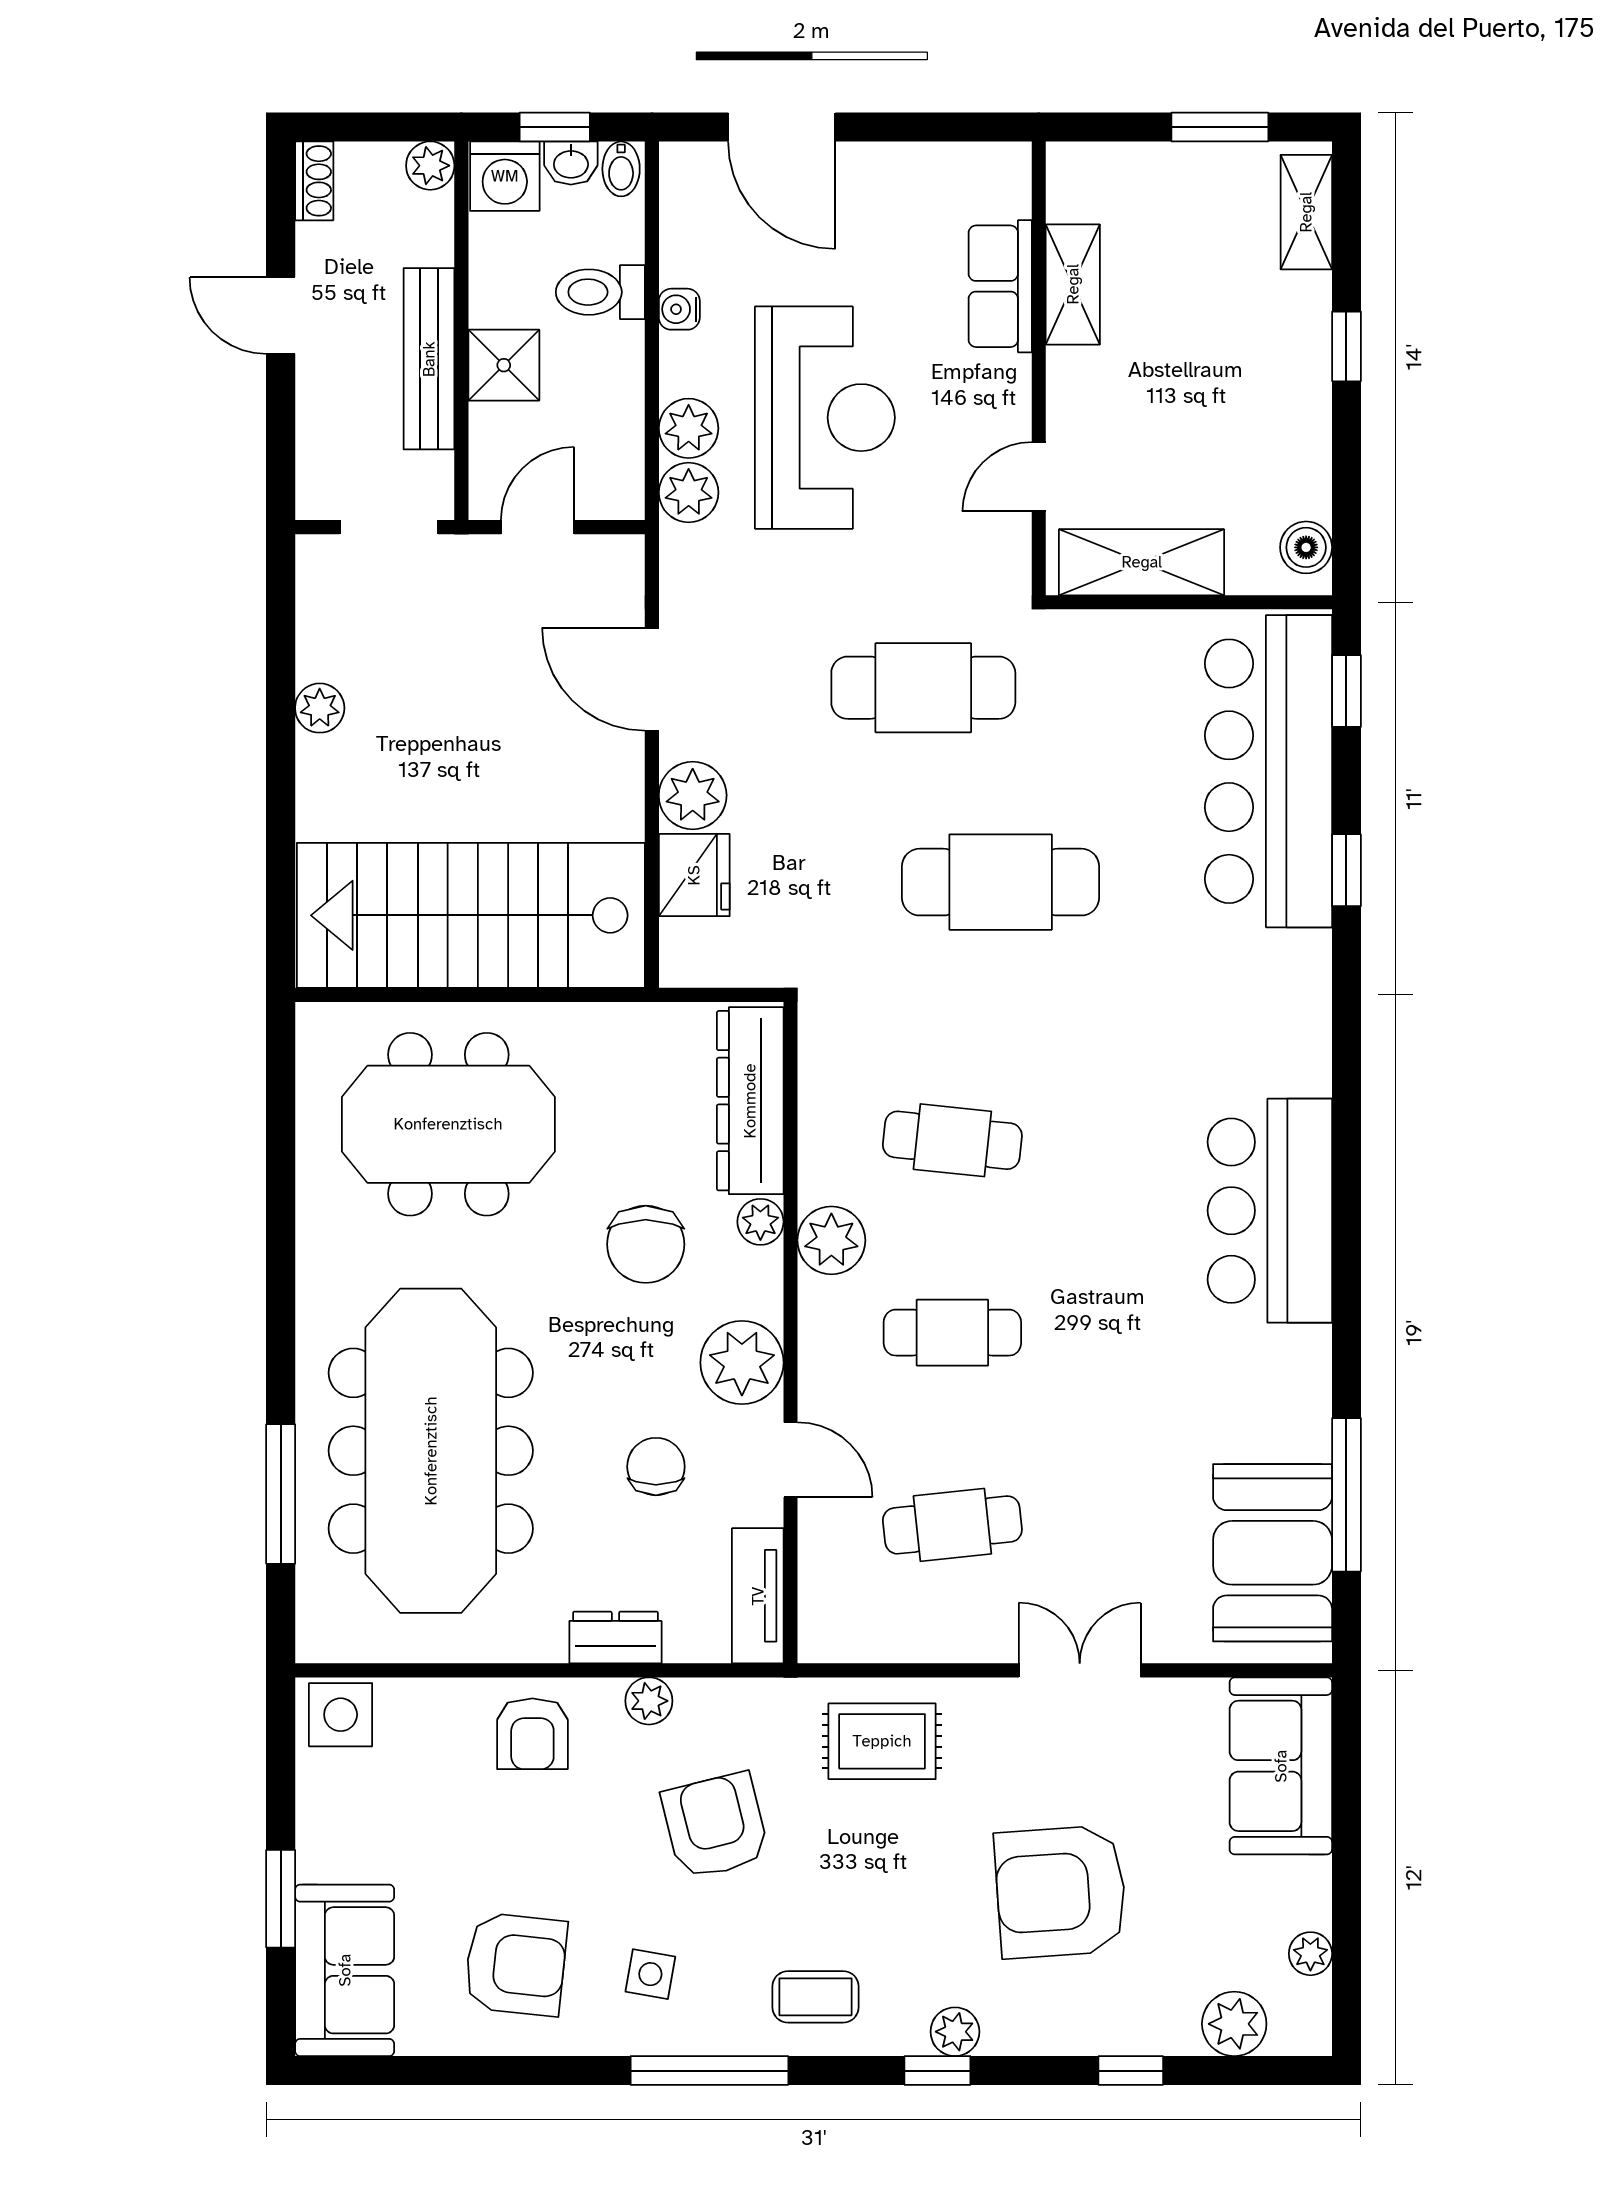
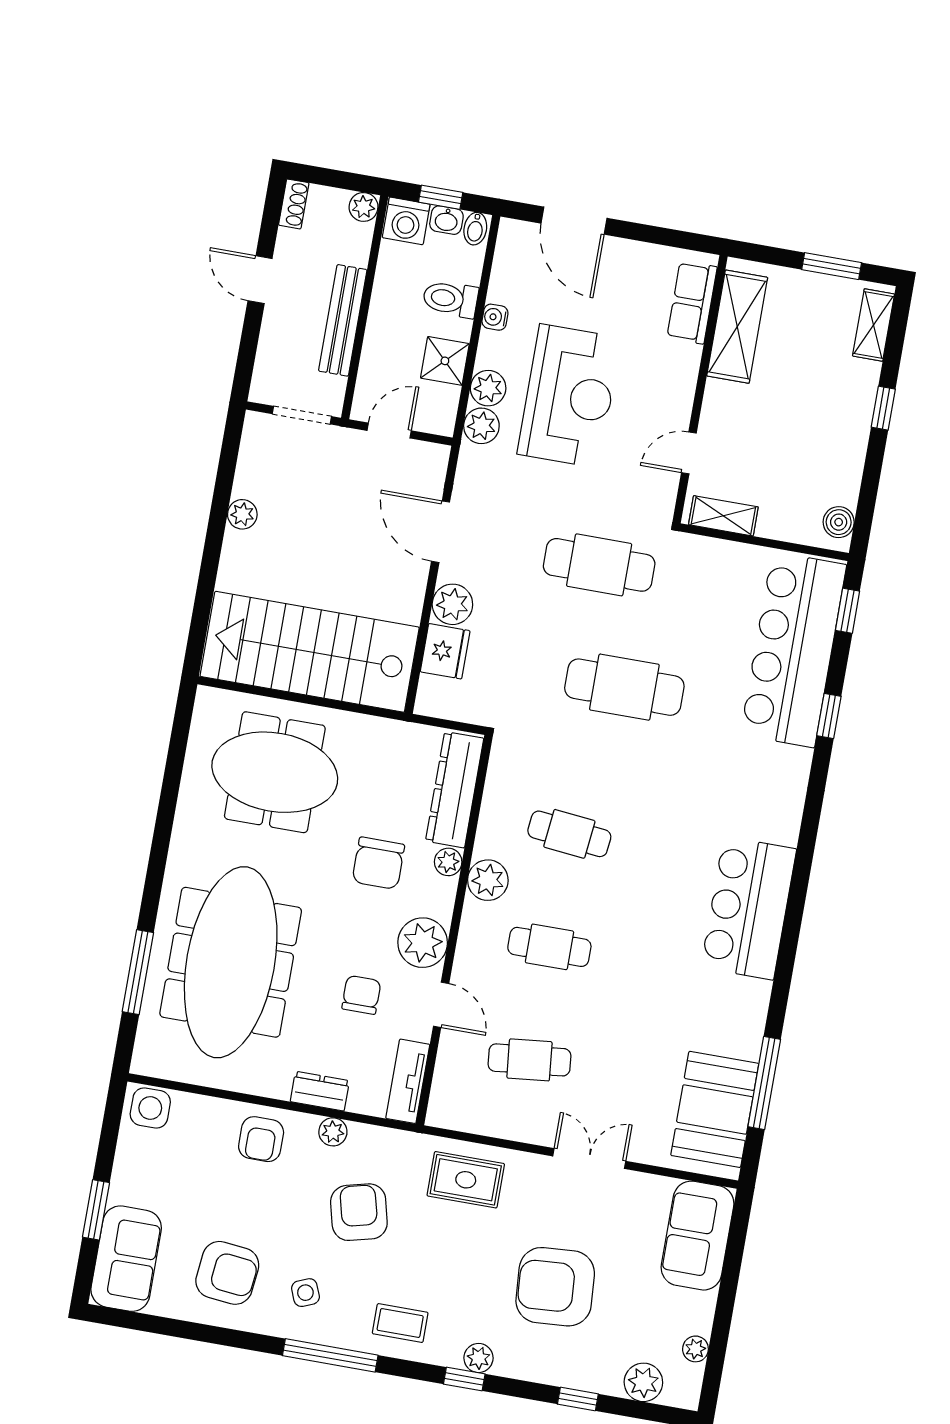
shelving: (1073, 284) -> (737, 327), width x1.50, depth x1.33
row of seats: (1000, 286) -> (692, 302), moved
shower: (504, 365) -> (445, 361), moved
shelving: (1142, 562) -> (723, 516), width x0.67, depth x0.75
side table: (650, 1974) -> (305, 1293), turned -32

